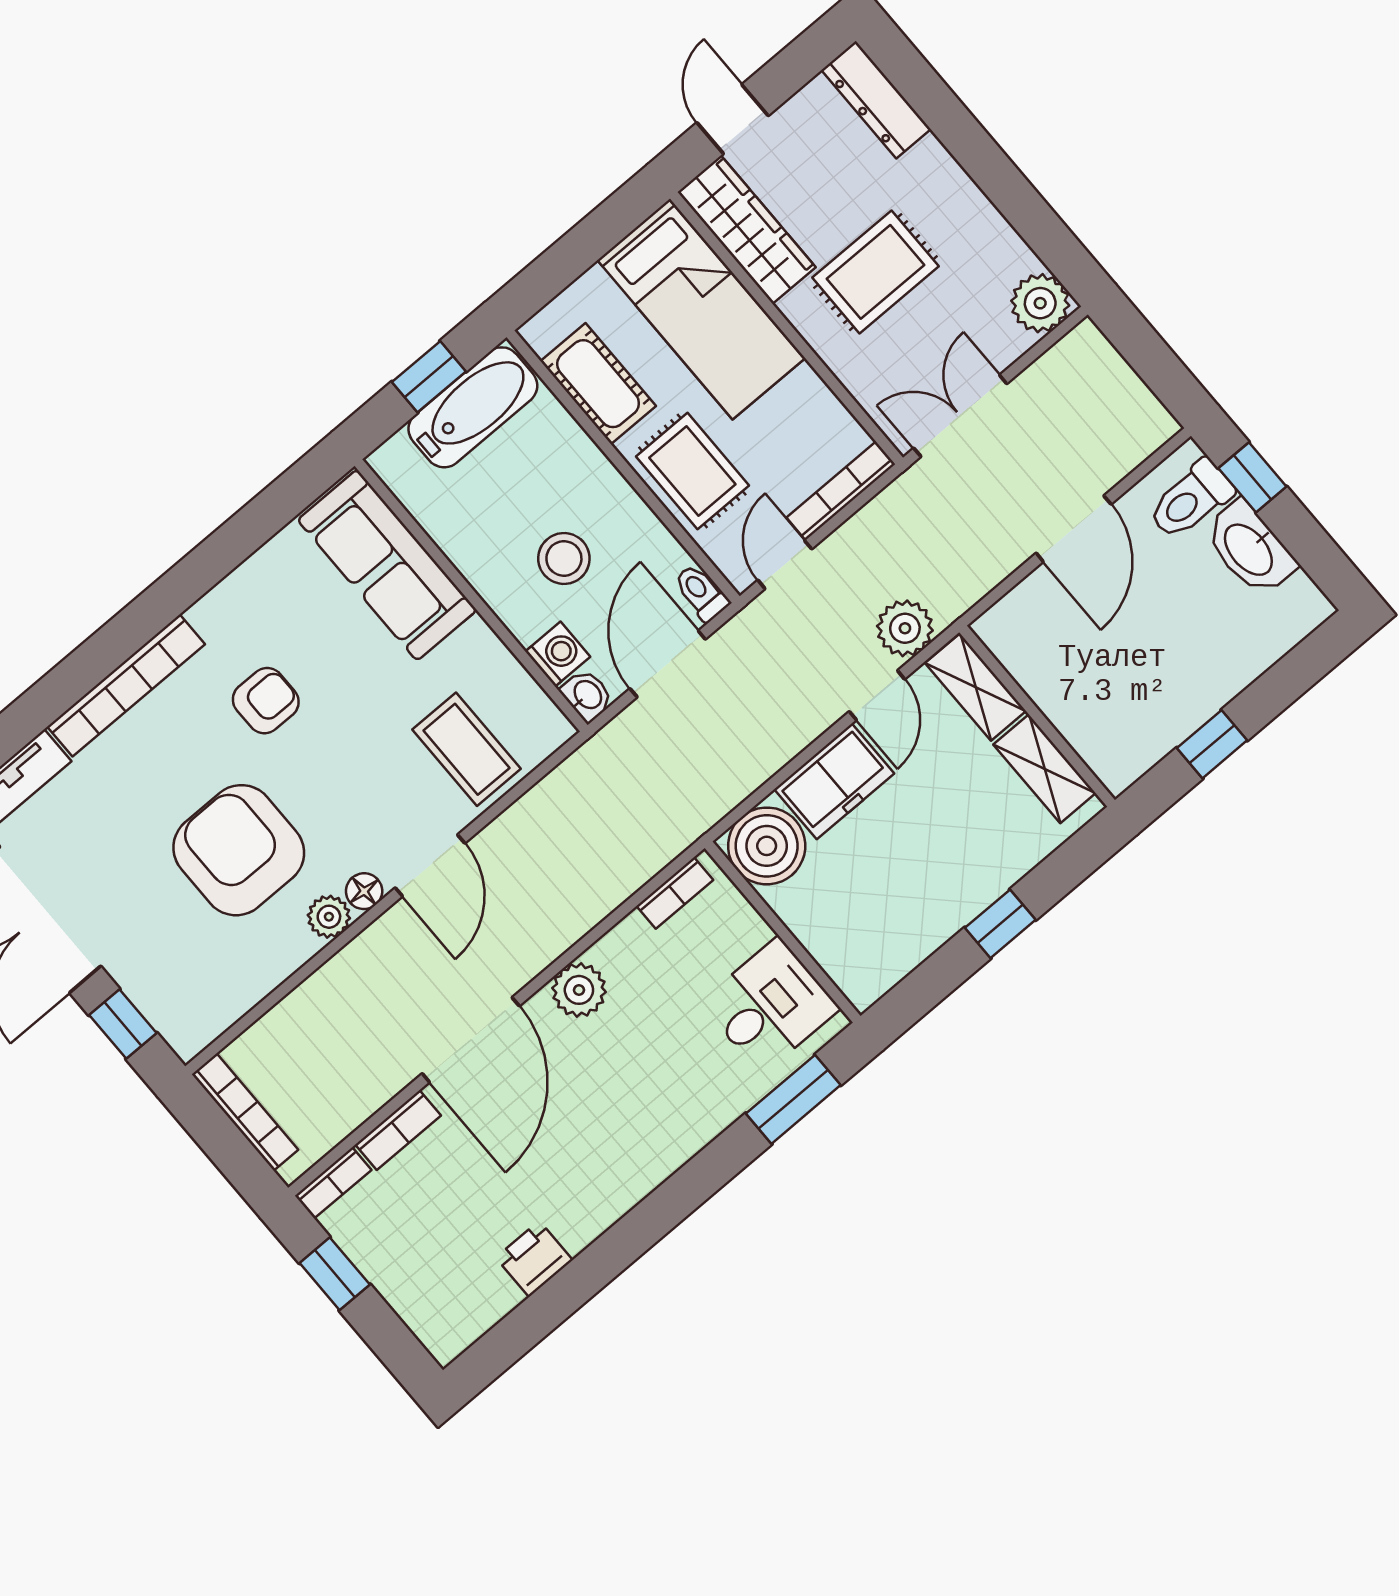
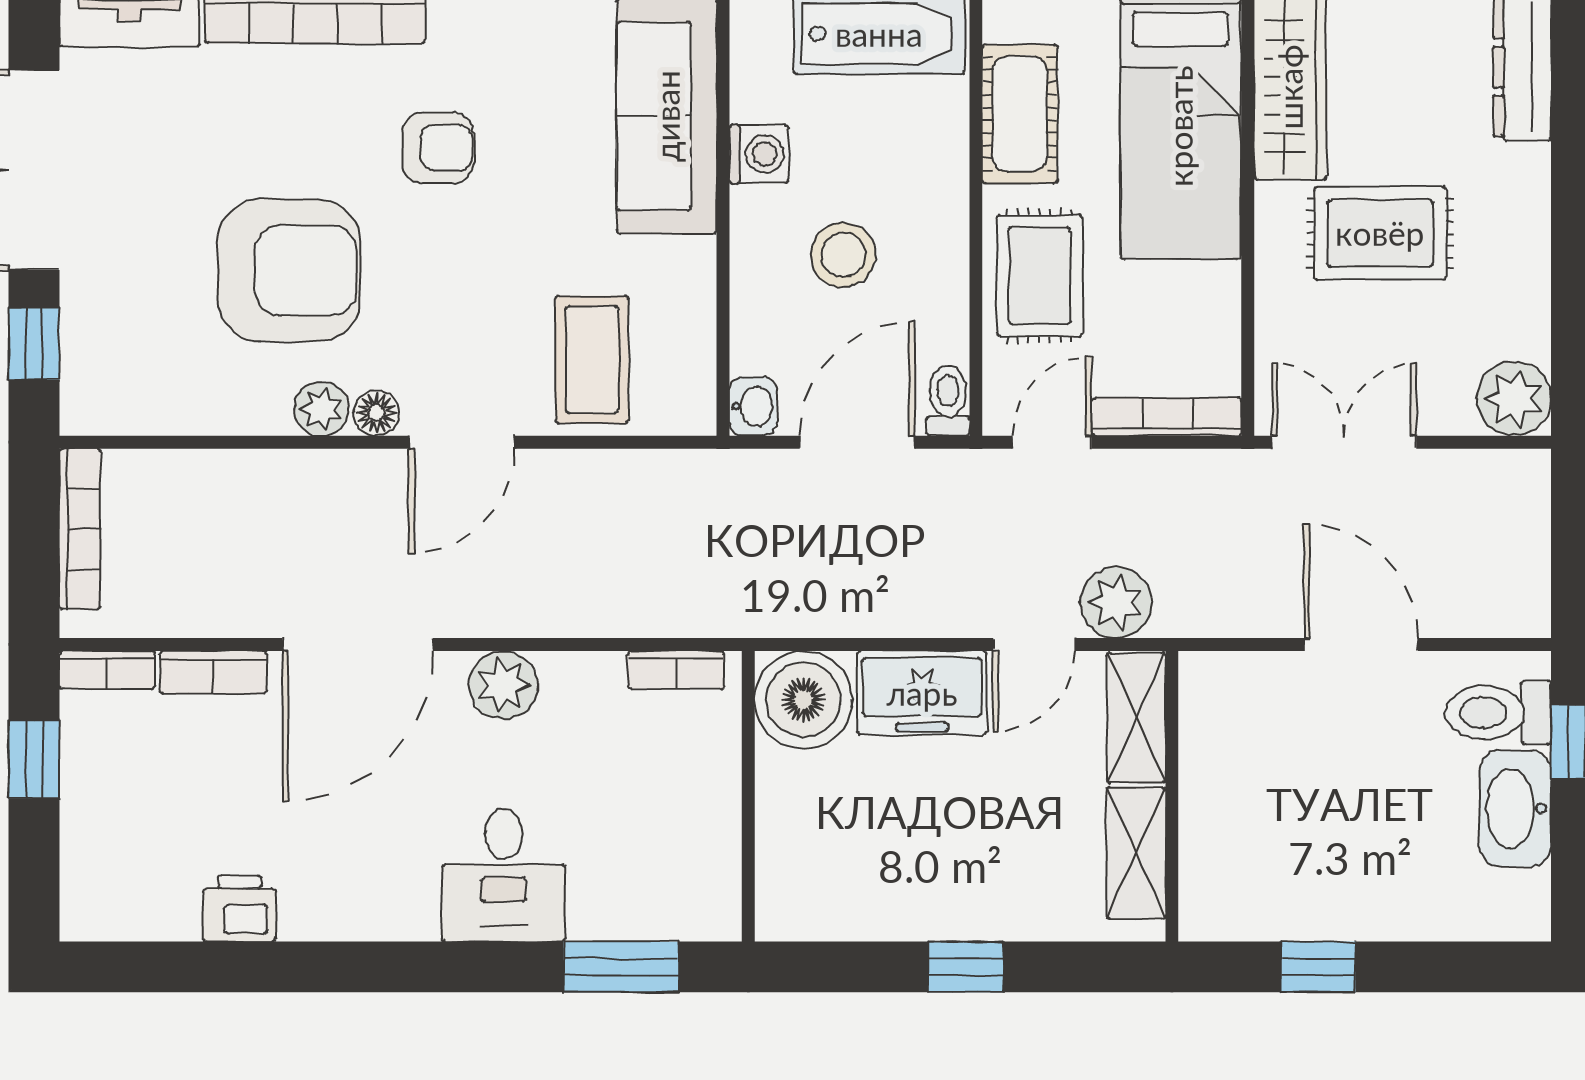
door: (1074, 529) -> (1361, 644), swing flipped
washing machine: (558, 654) -> (759, 154), moved
armchair: (239, 850) -> (289, 270), turned 90
desk: (770, 1006) -> (504, 875), moved, turned 90

